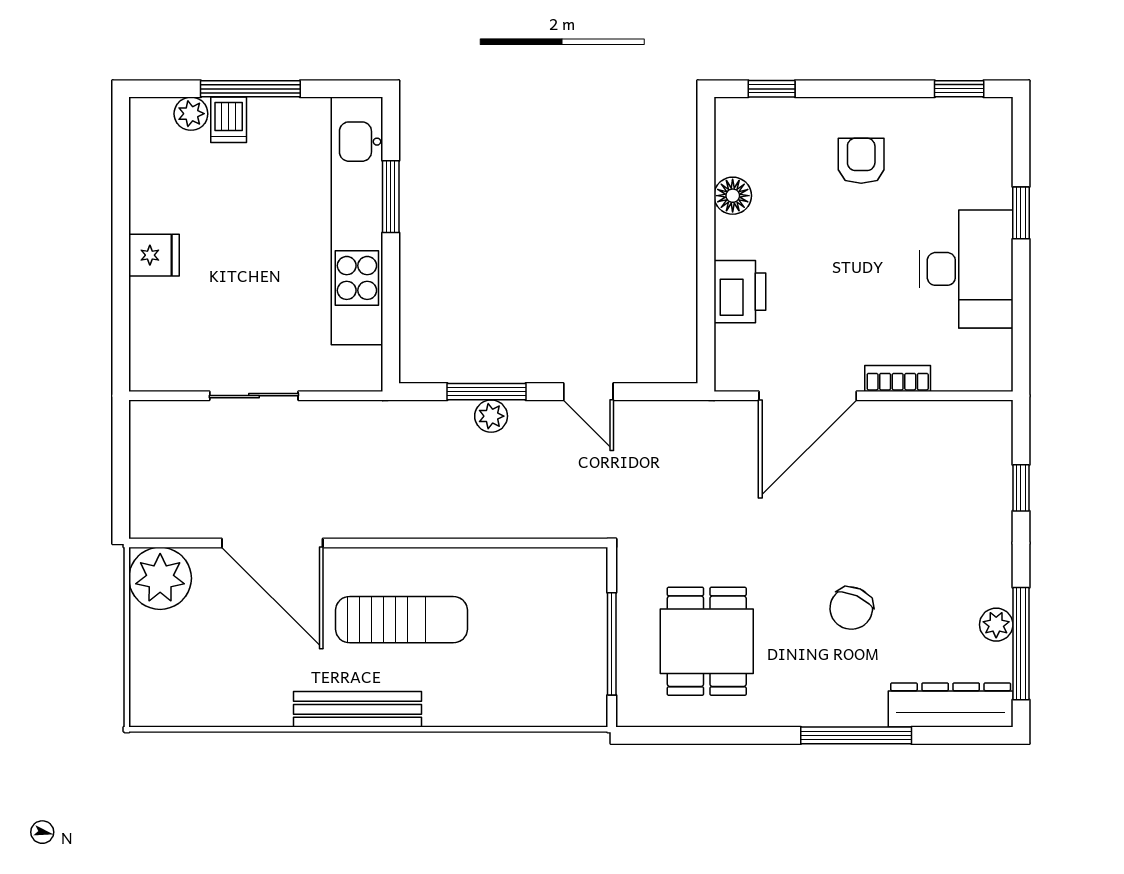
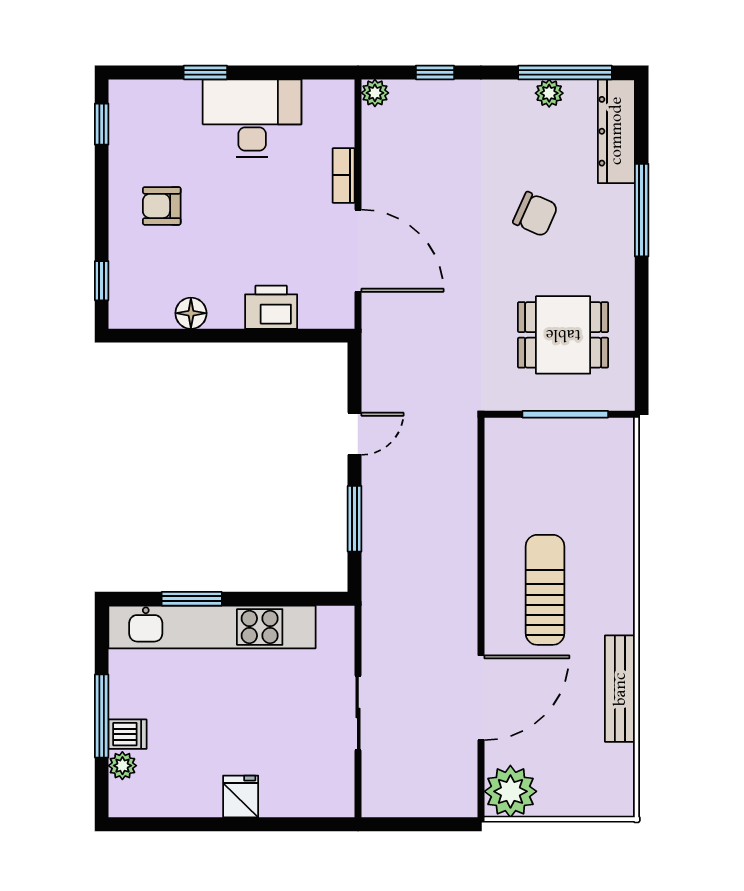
plant: (491, 416) -> (375, 93), moved
bench: (357, 709) -> (620, 689), moved

